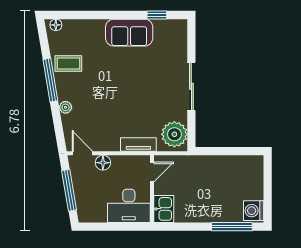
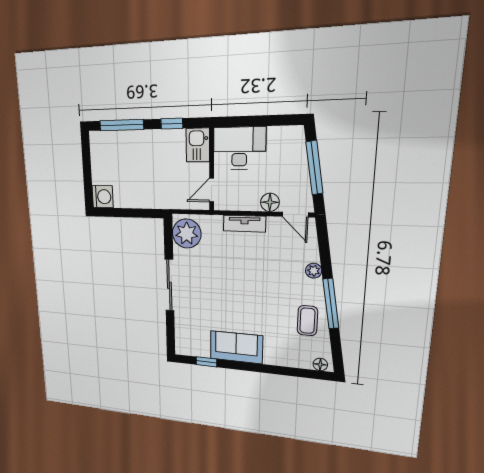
coffee table: (68, 64) -> (307, 321), turned 90
tv unit: (138, 144) -> (244, 224), moved
washing machine: (254, 211) -> (103, 197), moved
window: (186, 227) -> (172, 124), added

